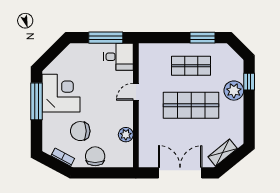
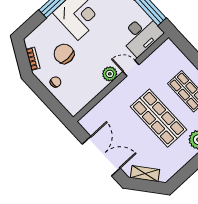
desk: (118, 57) -> (141, 35), width x1.37
plant: (126, 135) -> (110, 74), moved
chair: (95, 156) -> (56, 82), width x0.54, depth x0.54

